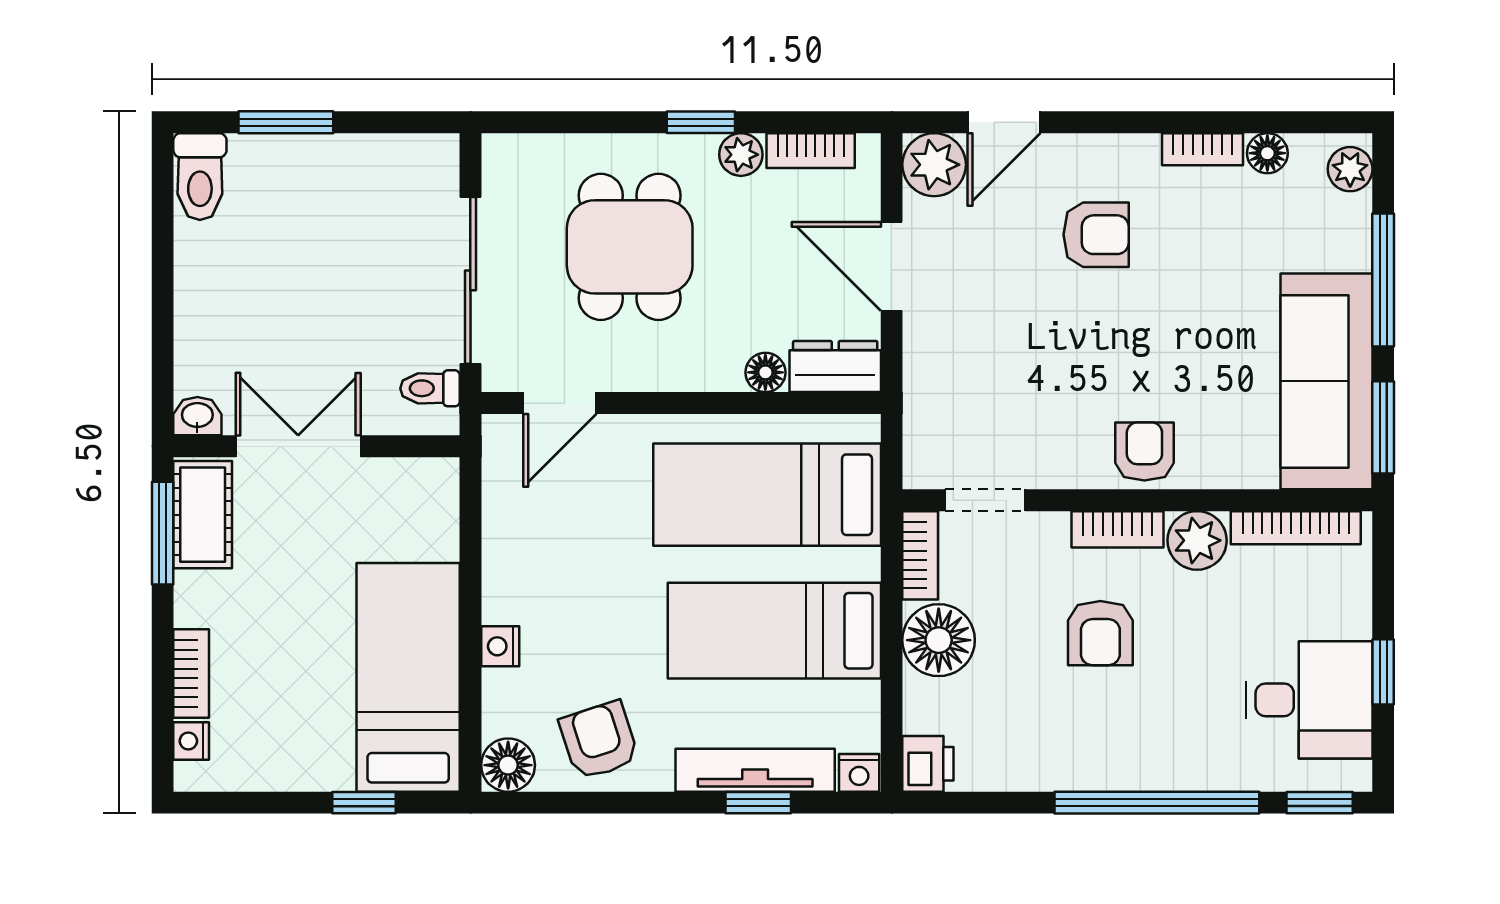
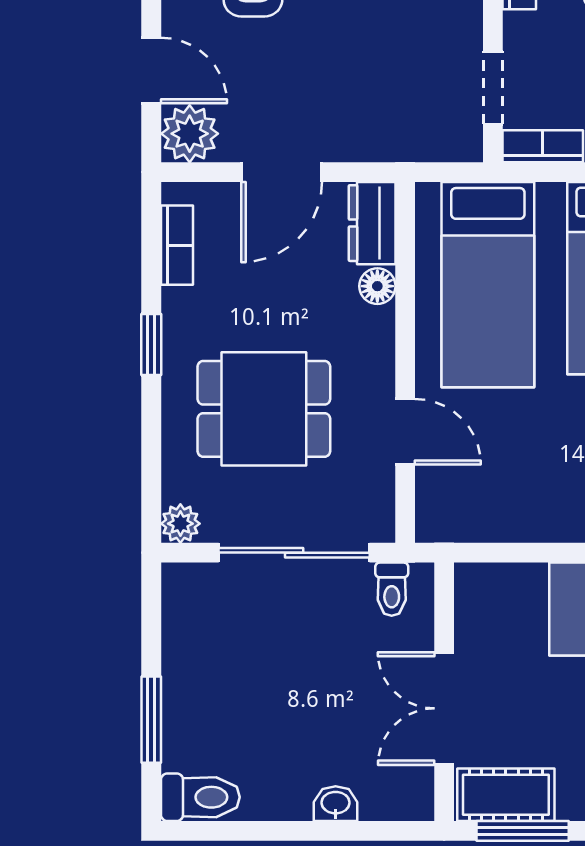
plant: (741, 155) -> (180, 524), moved
door: (560, 403) -> (405, 432), moved
washbasin: (197, 416) -> (336, 804), moved, turned 90

